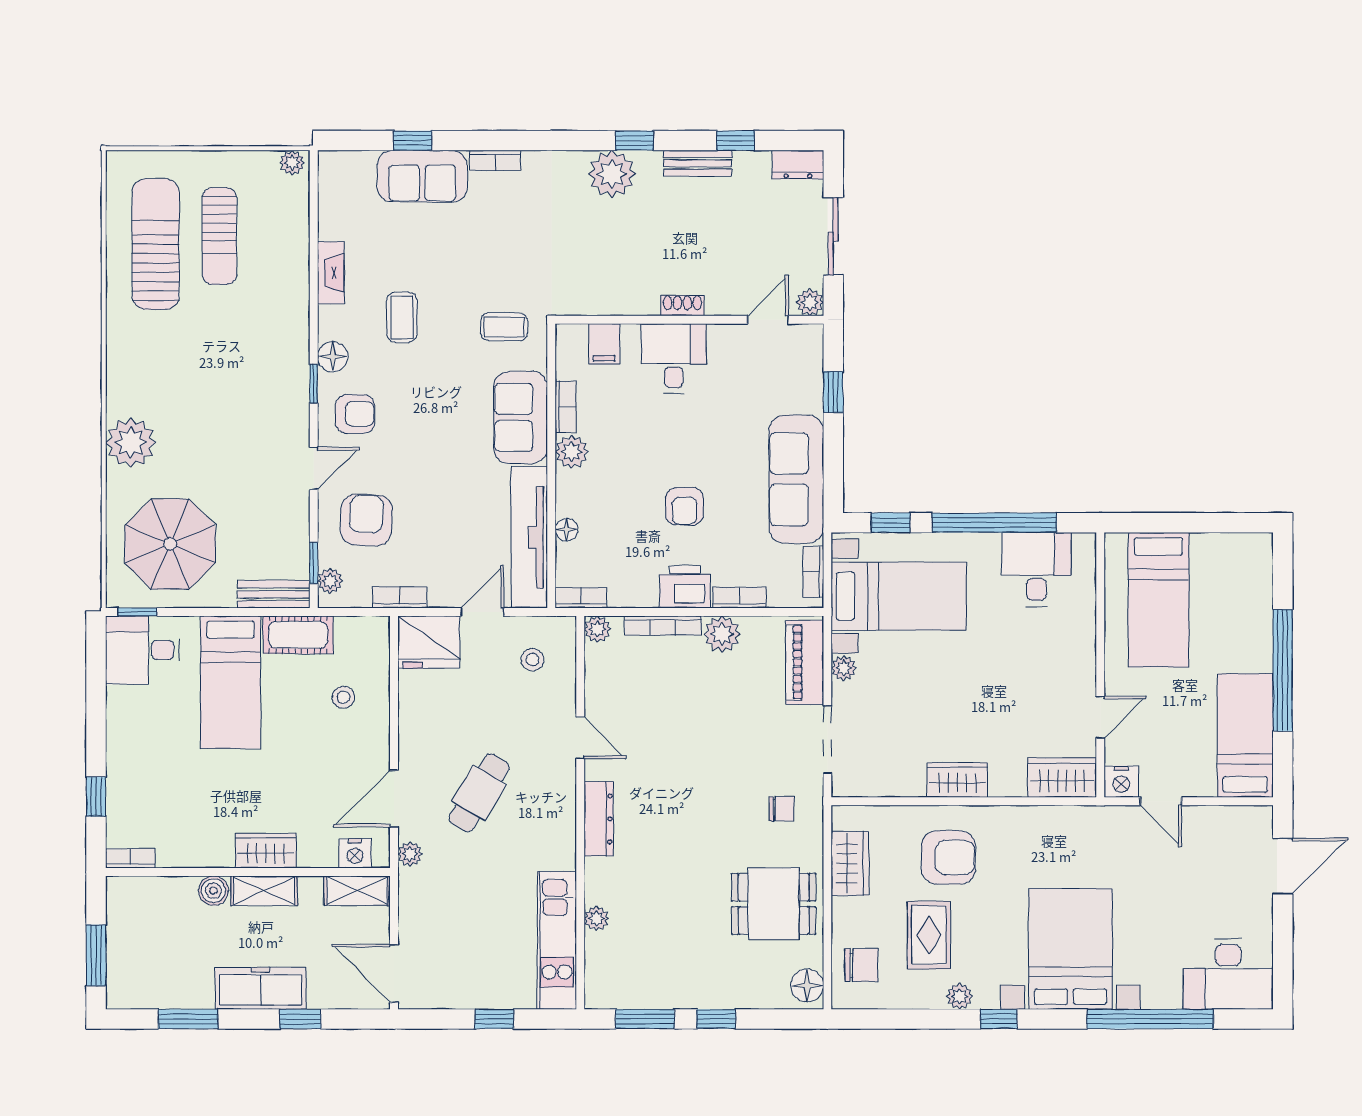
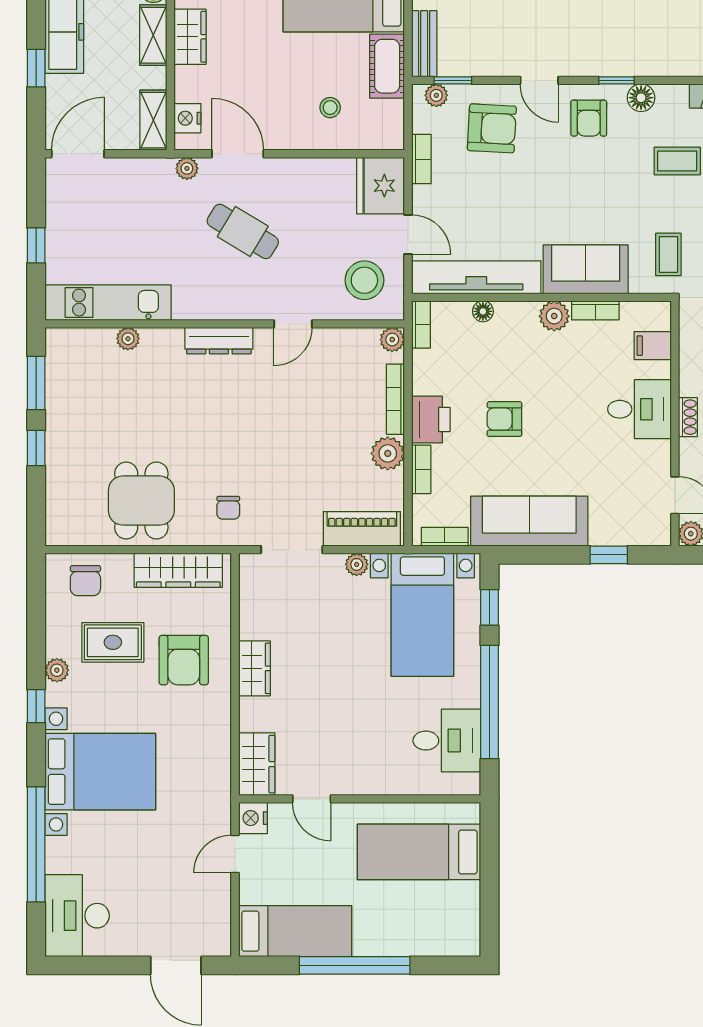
stool: (532, 660) -> (364, 280), width x1.89, depth x1.89
wardrobe: (850, 863) -> (178, 570), width x1.50
floor lamp: (807, 985) -> (67, 531), removed

